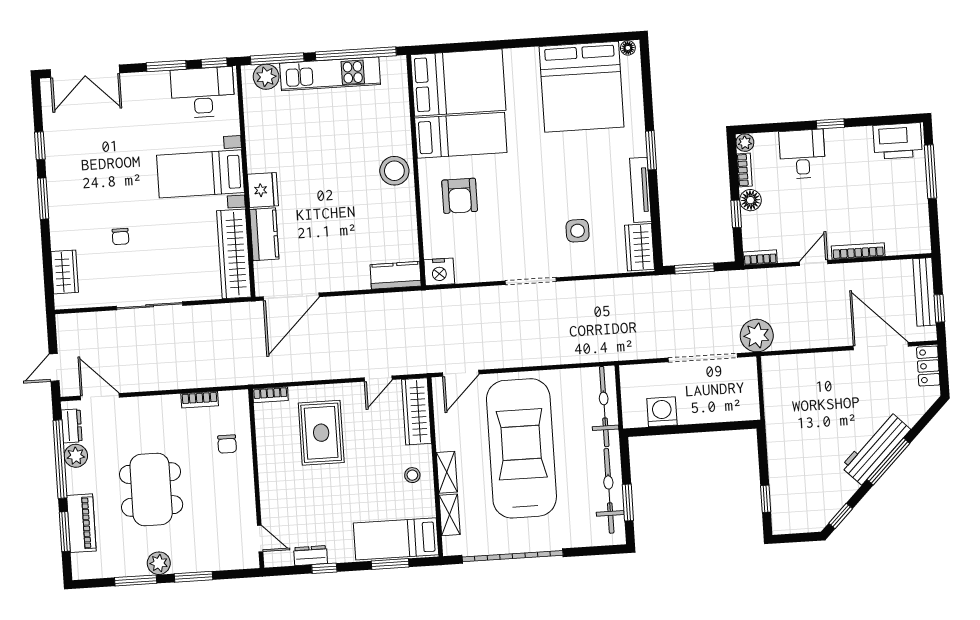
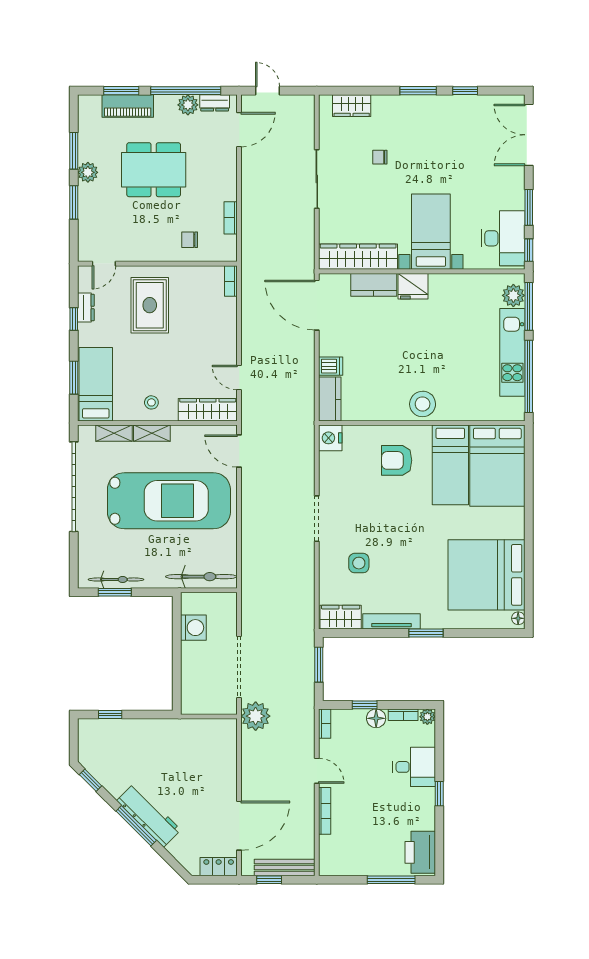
dishwasher: (359, 277) -> (331, 366), added
rug: (321, 433) -> (150, 305), moved, turned 90
bicycle: (609, 491) -> (116, 579), width x0.73, depth x0.71

